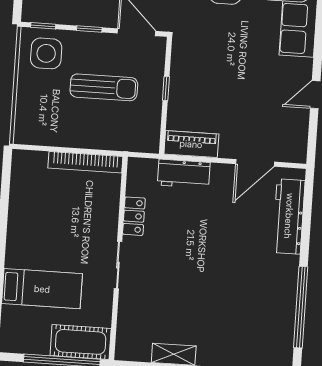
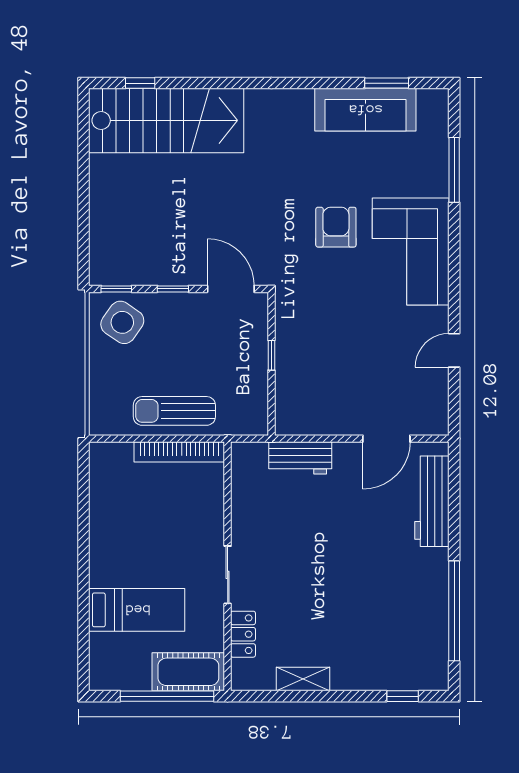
side table: (46, 53) -> (122, 322), turned 35
sun lounger: (104, 87) -> (174, 411), moved, turned 180
piano: (191, 144) -> (307, 421), removed
locker: (134, 216) -> (243, 634), moved

